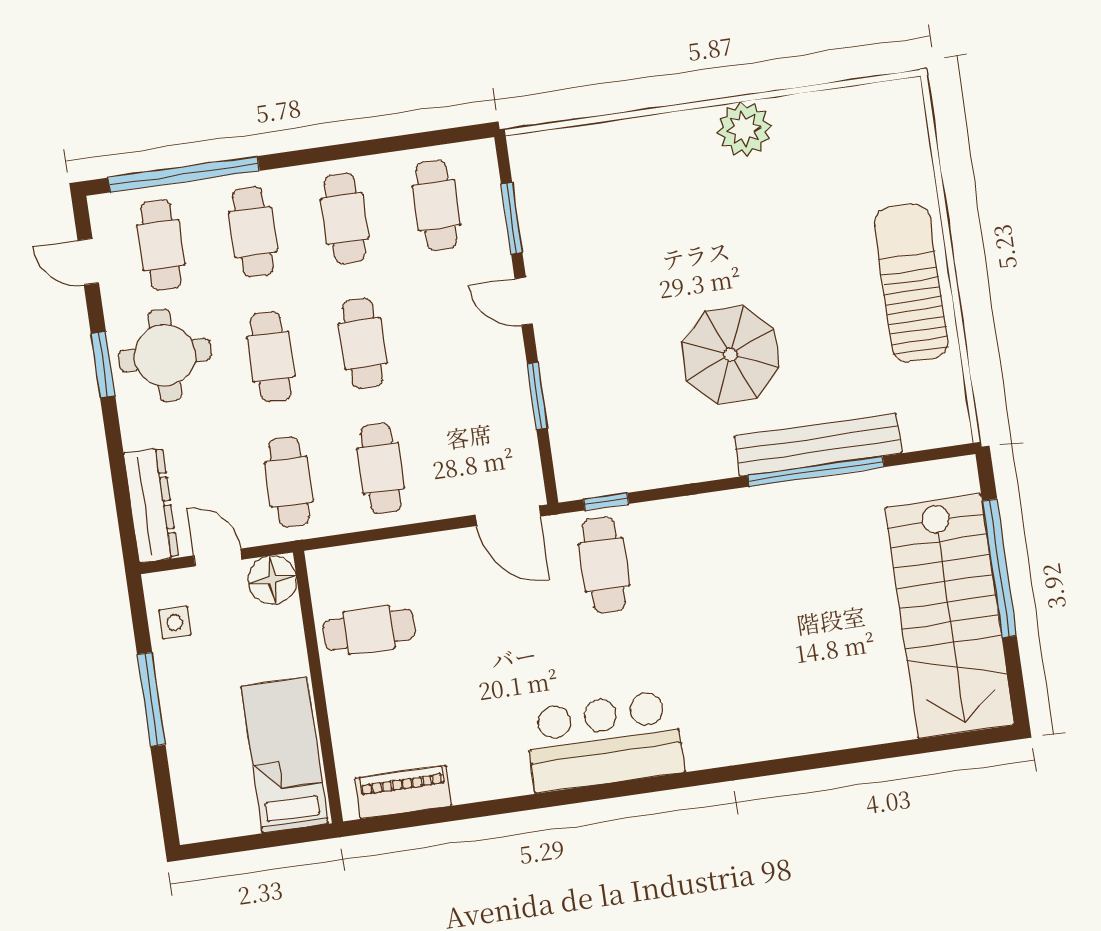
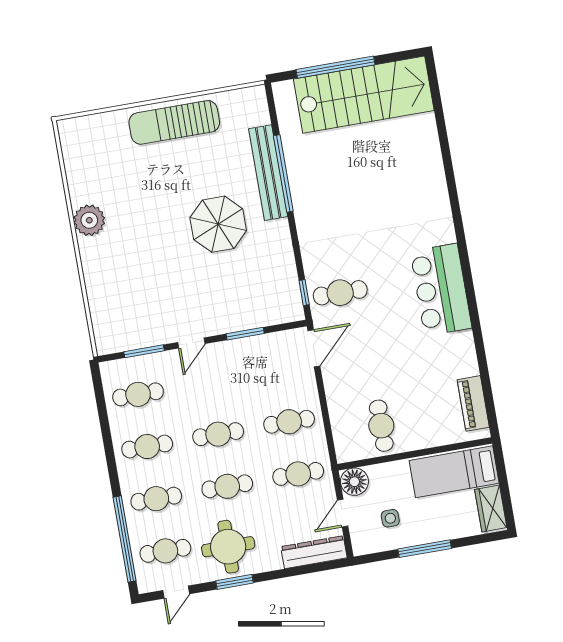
side table: (175, 623) -> (390, 518), moved
wardrobe: (218, 817) -> (491, 508), added

